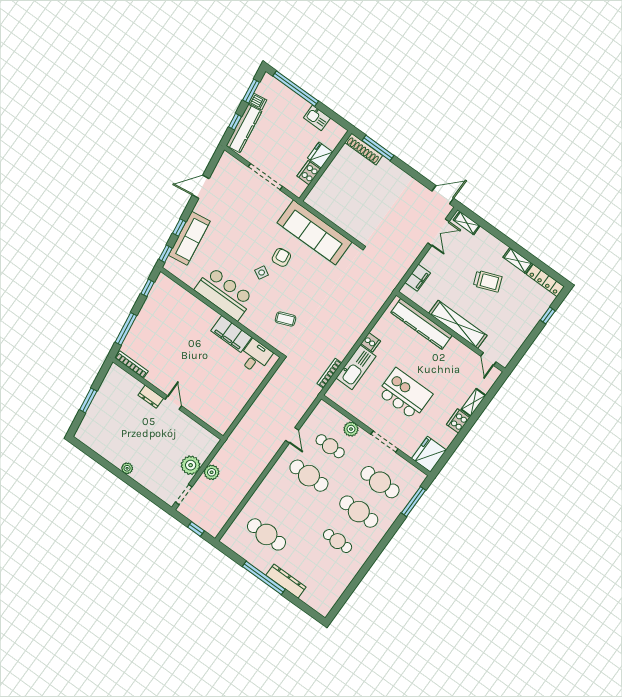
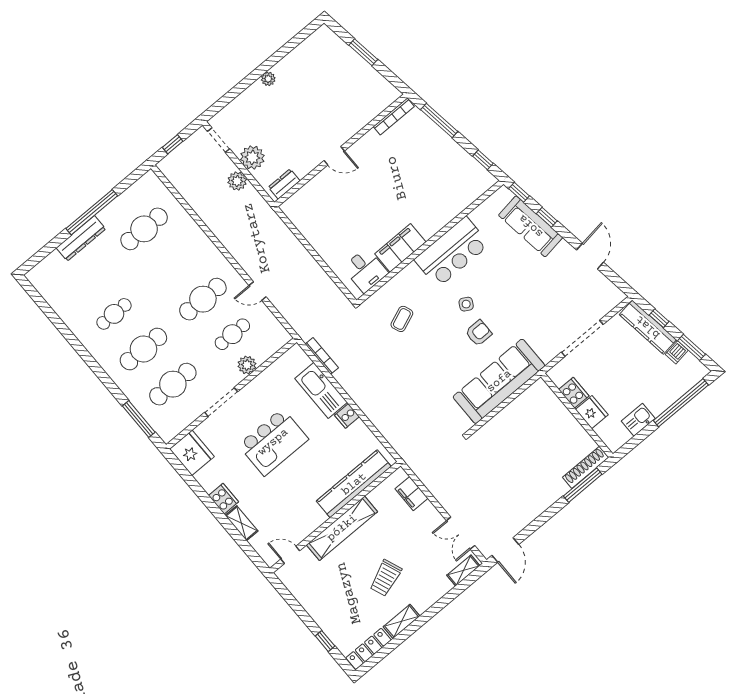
armchair: (281, 257) -> (479, 333), turned -82
dresser: (151, 397) -> (284, 184), moved

